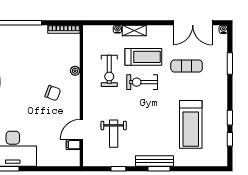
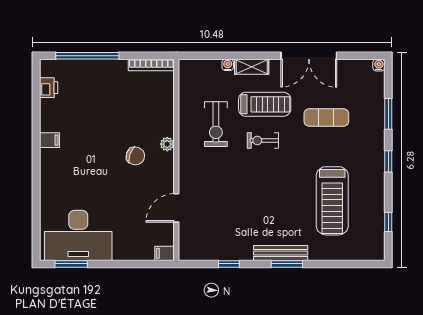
double door: (193, 23) -> (309, 56), moved
plant: (75, 71) -> (167, 144), moved
exercise bike: (142, 82) -> (263, 140), width x0.73, depth x0.72
window: (230, 118) -> (388, 161), moved
weight bench: (114, 134) -> (222, 214), removed
filing cabinet: (73, 145) -> (165, 253), moved

